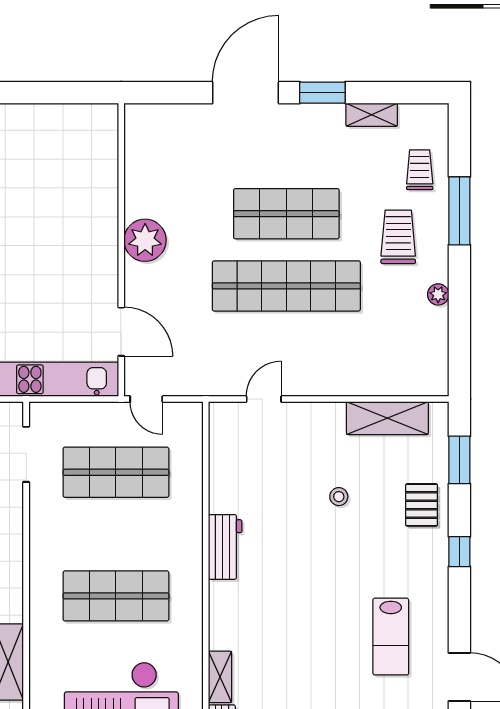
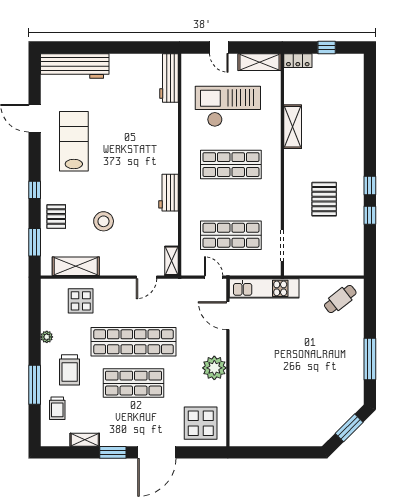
display table: (169, 144) -> (201, 423), added
display table: (379, 357) -> (81, 301), added
stool: (339, 497) -> (104, 221), width x1.89, depth x1.89
lab bench: (391, 637) -> (74, 141), width x1.36, depth x1.39
shelving: (220, 677) -> (171, 261), moved

